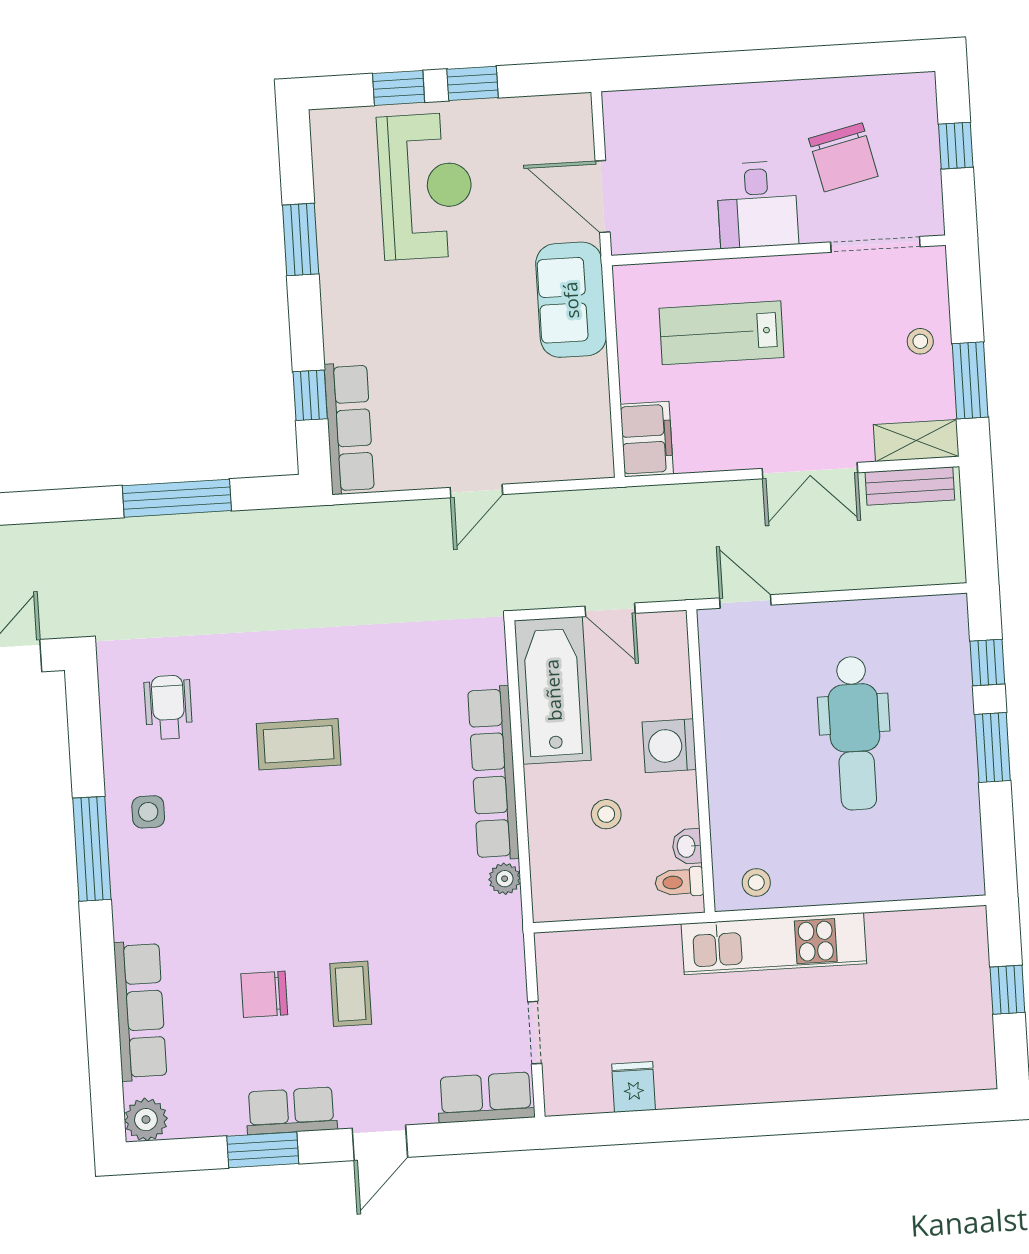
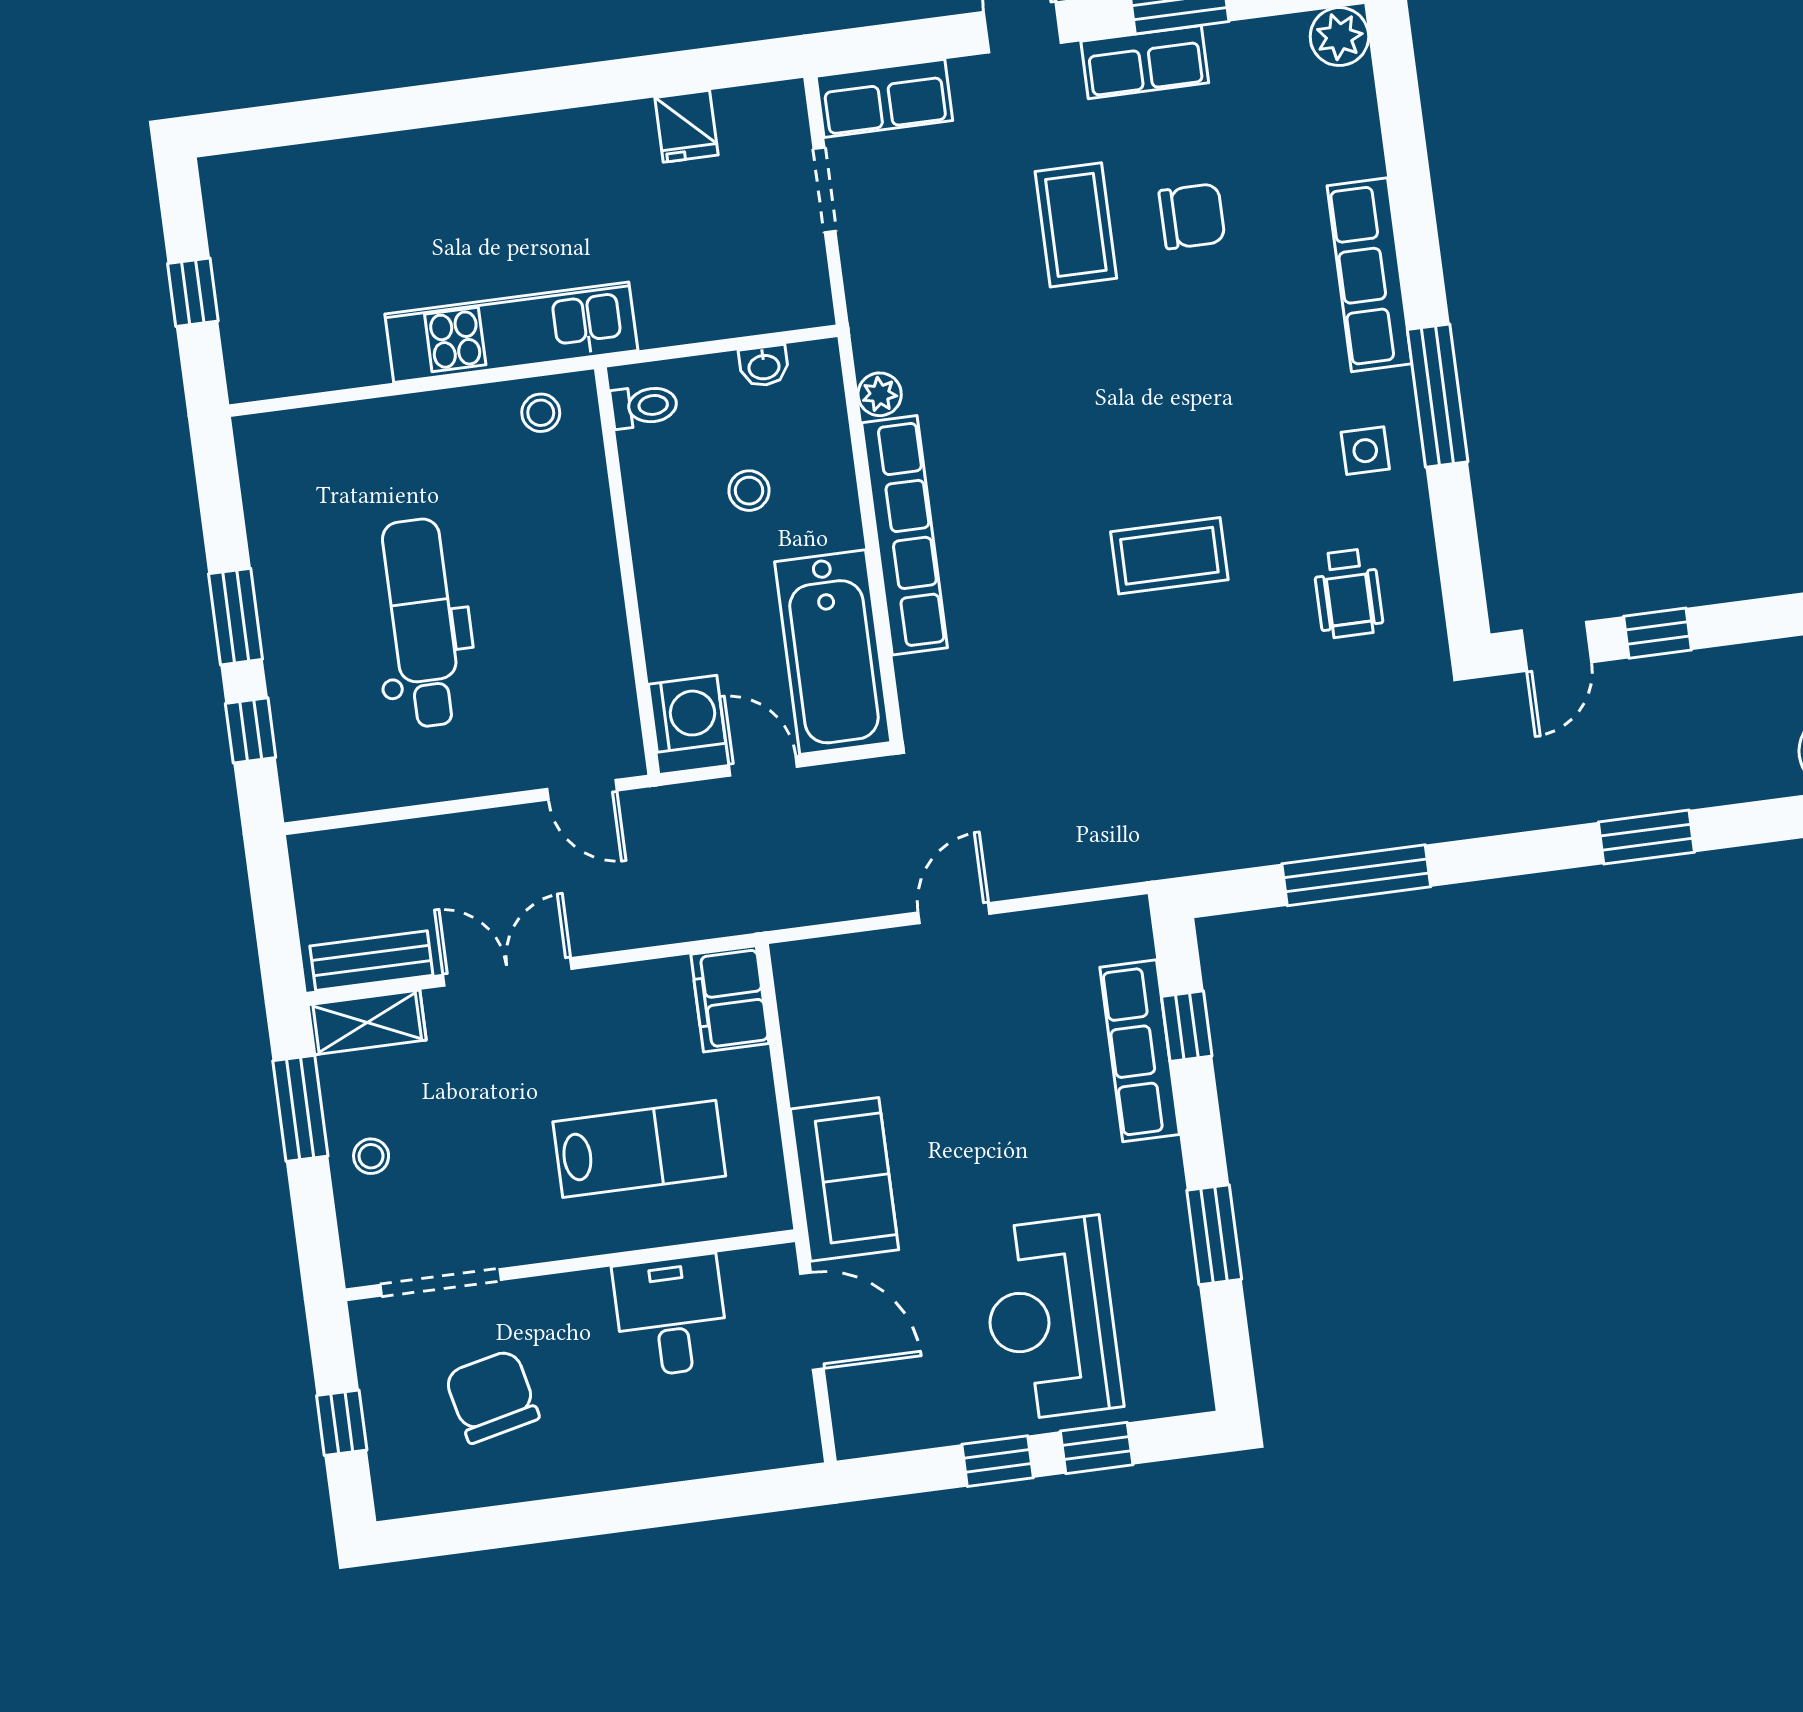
desk: (757, 205) -> (671, 1316), moved
row of seats: (349, 428) -> (1140, 1051), moved
washing machine: (669, 746) -> (687, 714), moved
washbasin: (687, 846) -> (764, 366), moved, turned 90
coffee table: (351, 994) -> (1076, 225), width x1.36, depth x1.30
row of seats: (140, 1011) -> (1369, 275), moved

